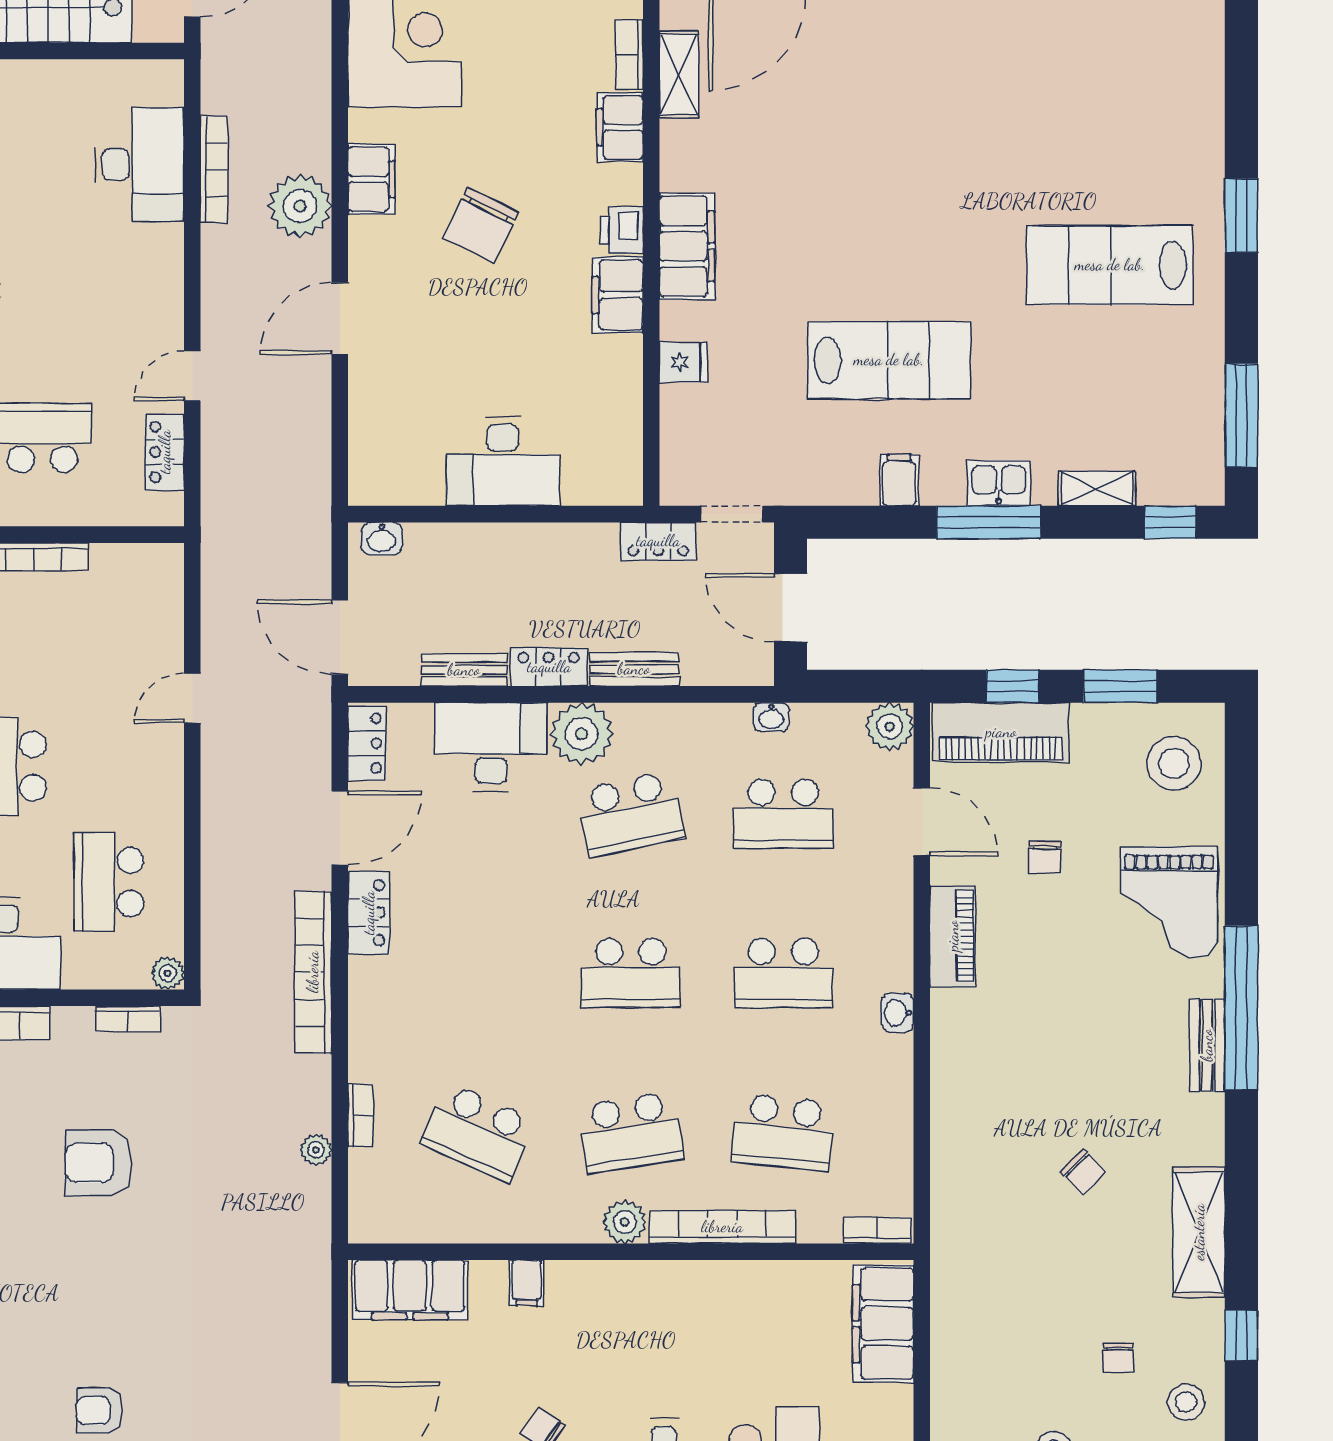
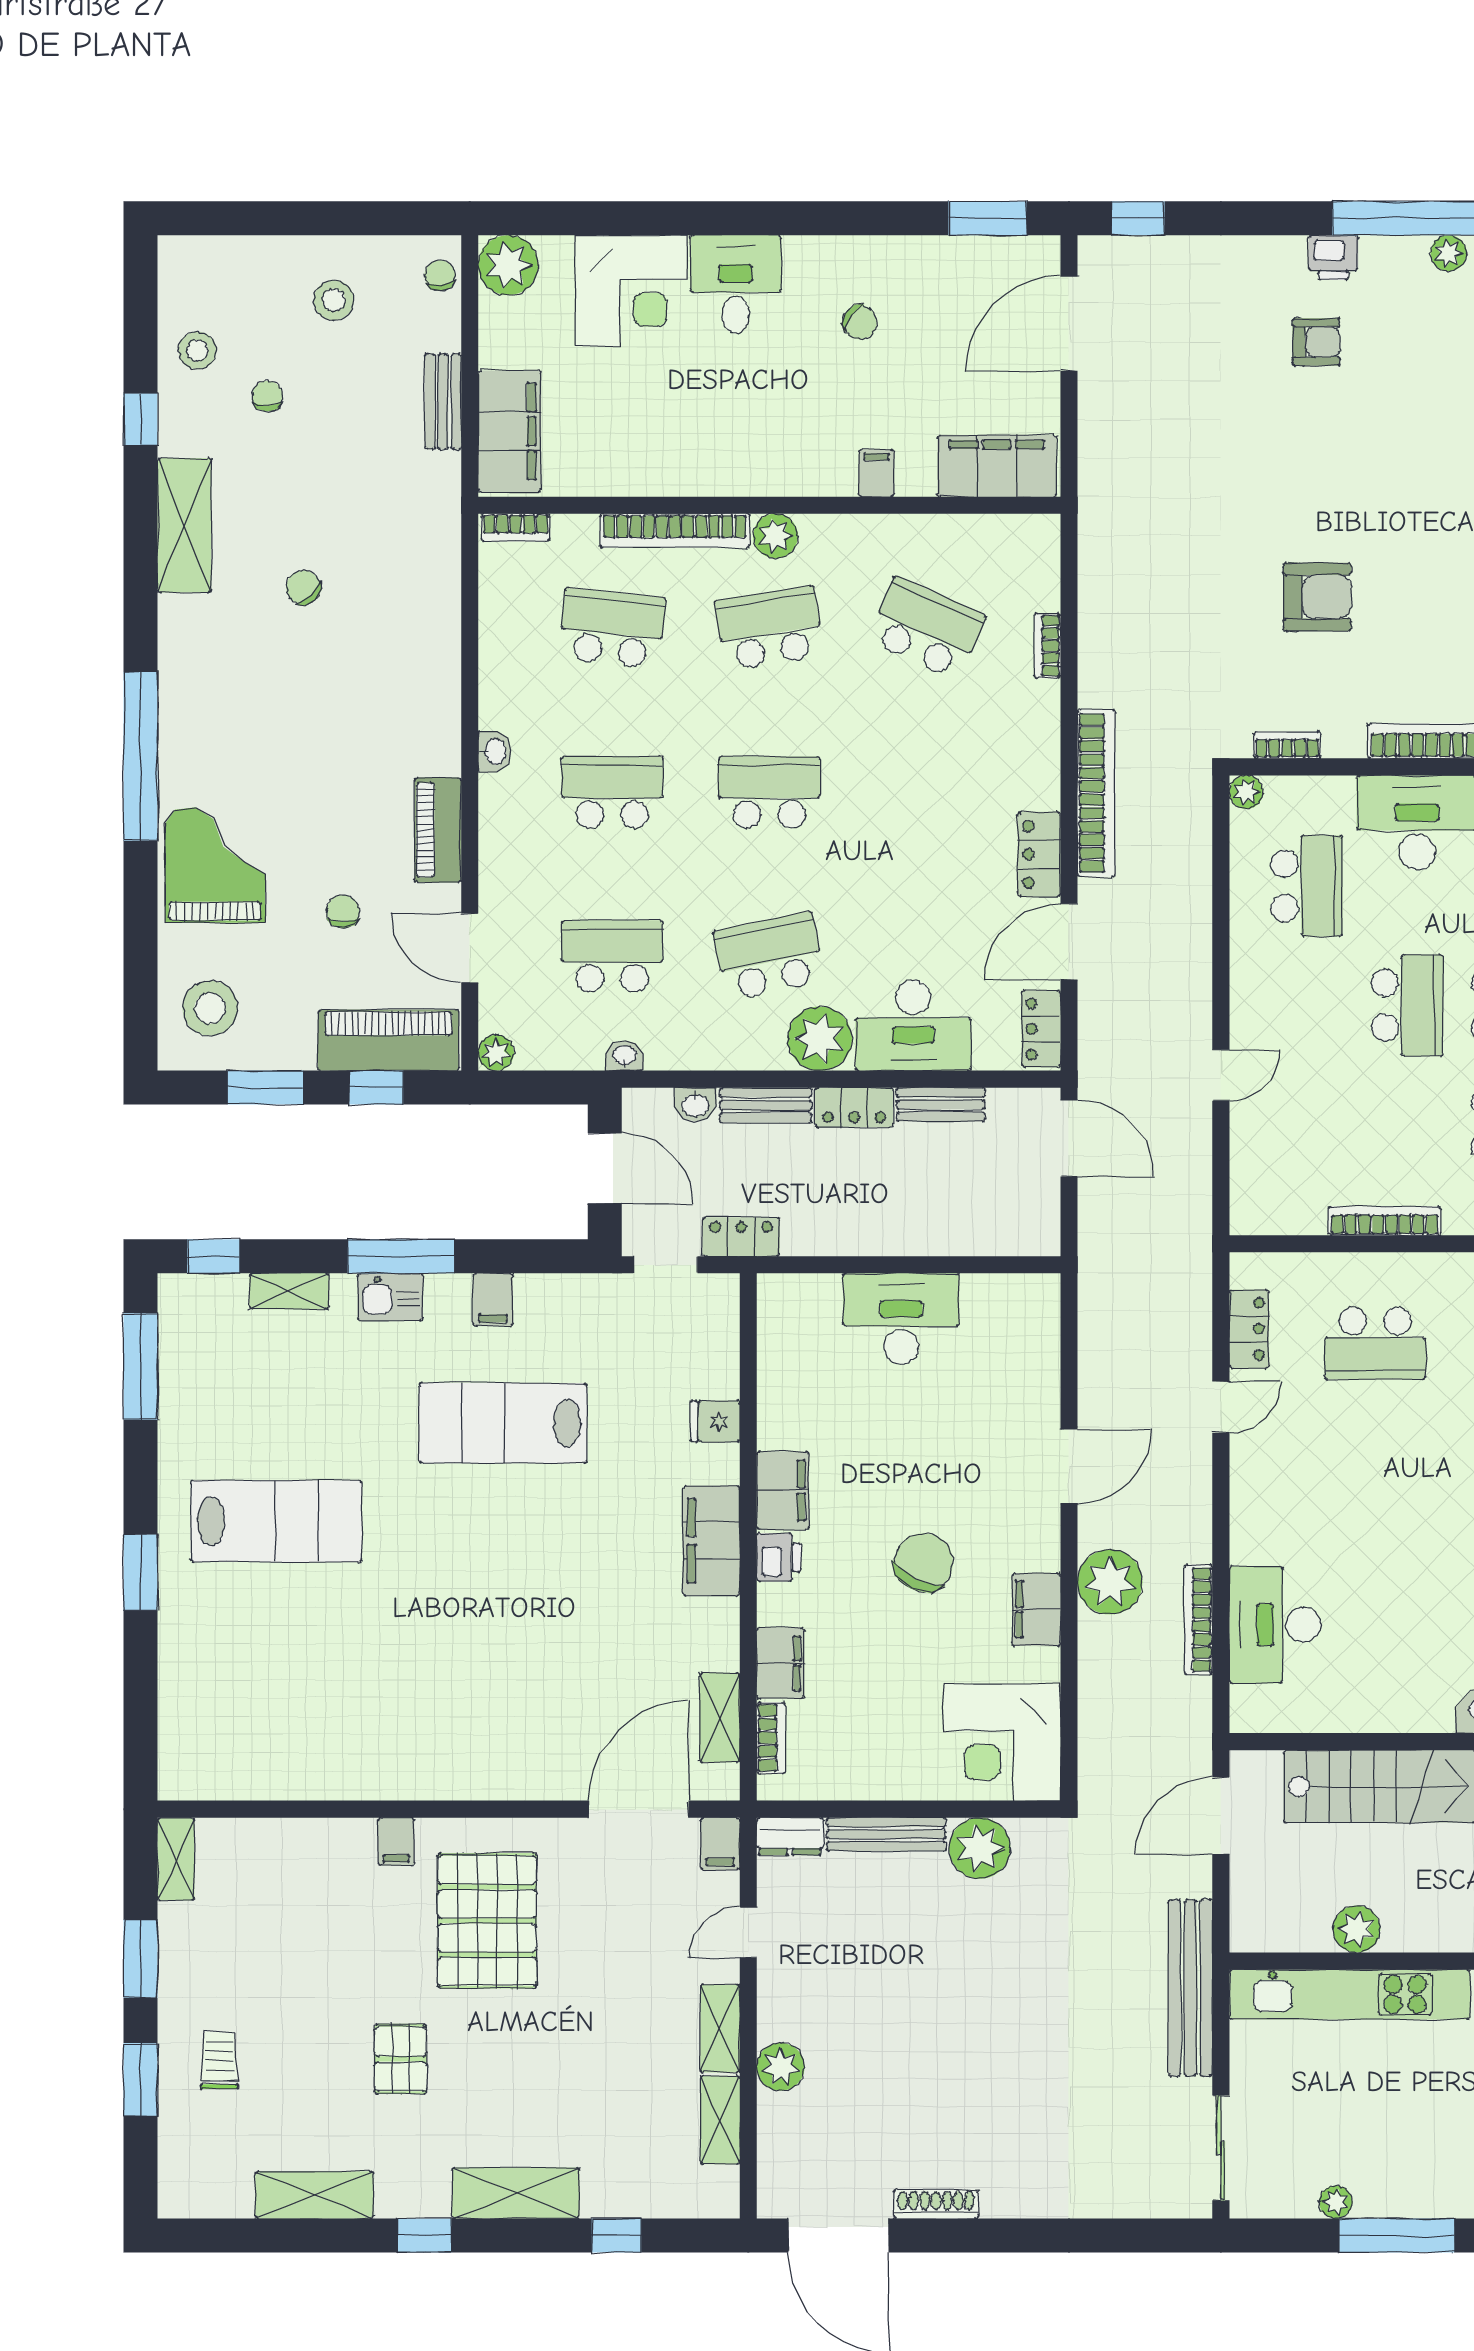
washbasin: (382, 539) -> (695, 1104), moved, turned 180
plant: (890, 726) -> (496, 1053), width x0.73, depth x0.73
bench: (1207, 1045) -> (443, 402), moved
plant: (316, 1150) -> (1094, 610), removed

